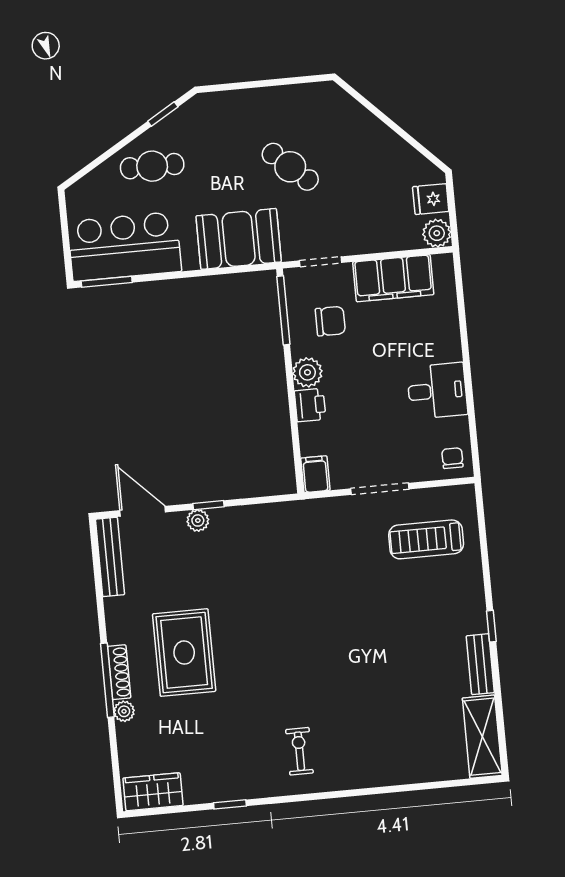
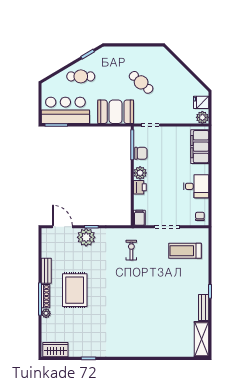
filing cabinet: (393, 278) -> (200, 147), moved, turned 90
chair: (330, 321) -> (141, 153), moved
plant: (198, 520) -> (86, 237), width x1.87, depth x1.87
bench: (110, 557) -> (46, 271), moved, width x0.73
exercise bike: (299, 751) -> (131, 250), moved

